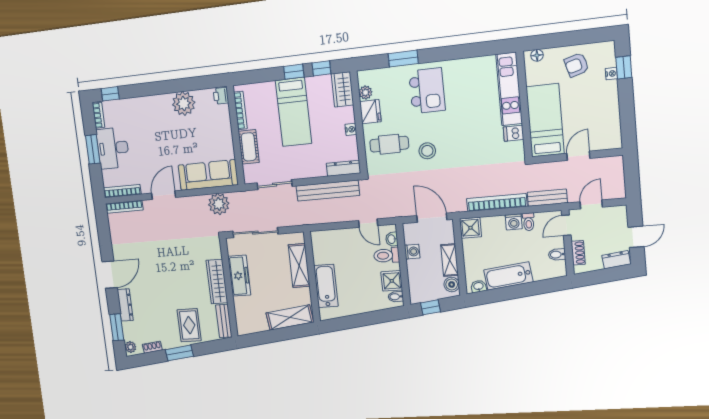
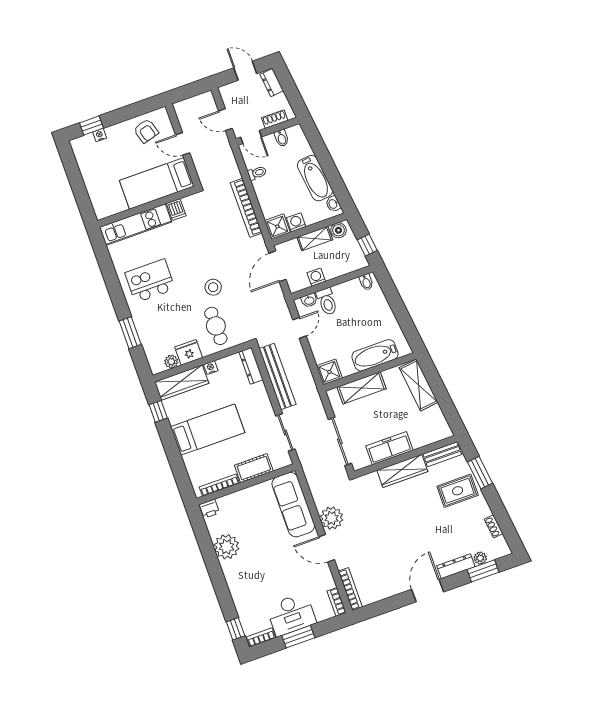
floor lamp: (537, 55) -> (98, 207), removed
armchair: (576, 65) -> (146, 131), moved
window: (294, 72) -> (168, 439), removed
wardrobe: (342, 89) -> (182, 383), width x1.50
kitchen island: (427, 91) -> (150, 281), moved
bookcase: (122, 191) -> (337, 602), width x0.64
bench: (547, 198) -> (229, 162), removed
plant: (219, 204) -> (332, 518), moved
washing machine: (514, 222) -> (296, 222), moved, turned -90
door: (110, 275) -> (428, 591), hinge flipped
shower: (392, 281) -> (329, 372), moved
plant: (130, 347) -> (480, 558), moved
window: (179, 353) -> (480, 473), moved

